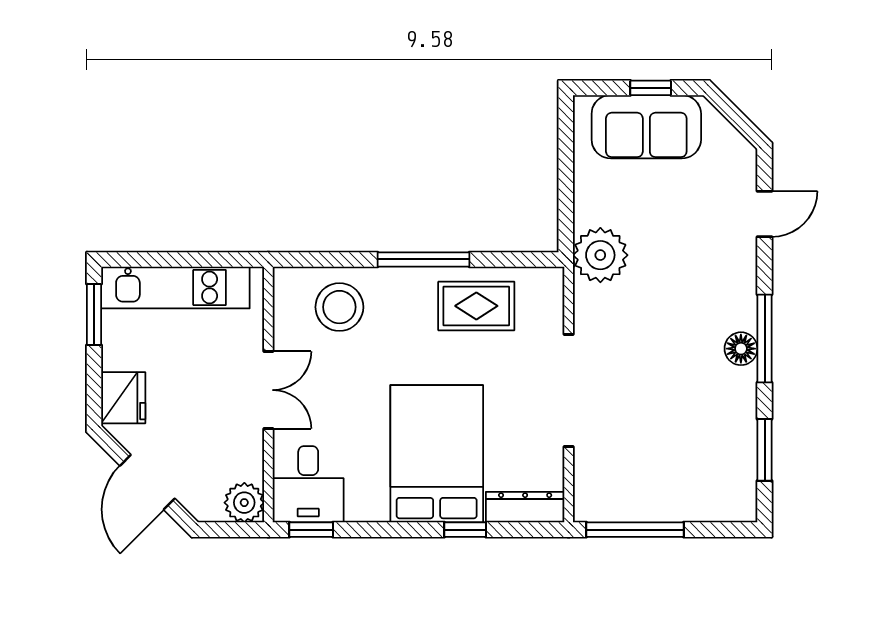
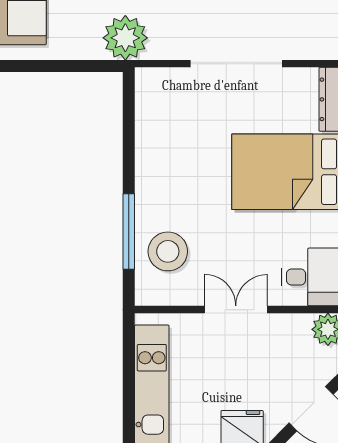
window: (423, 259) -> (129, 232), moved
rug: (476, 306) -> (167, 139), removed

